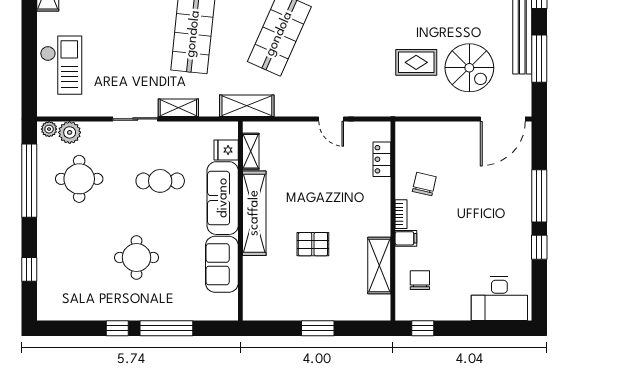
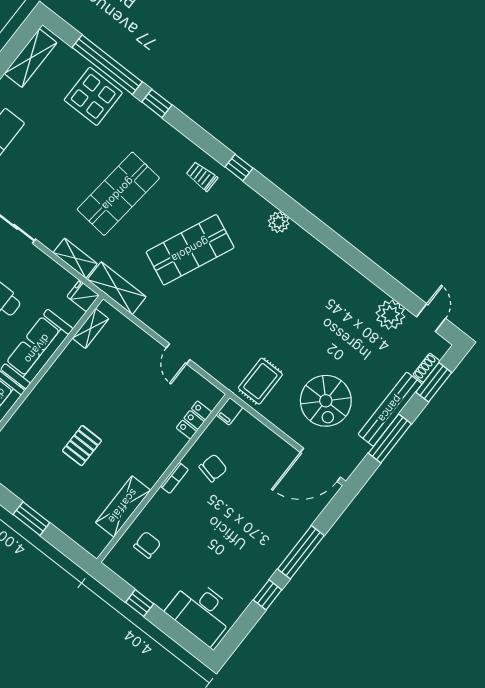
rug: (416, 62) -> (260, 381), moved, turned 90
shelving: (178, 108) -> (75, 258), moved
fridge: (226, 150) -> (83, 296), moved
shelving: (254, 213) -> (53, 382), removed
filing cabinet: (406, 238) -> (229, 411), moved, turned 90
pallet: (313, 244) -> (82, 446), turned 90
window: (423, 328) -> (140, 603), moved

